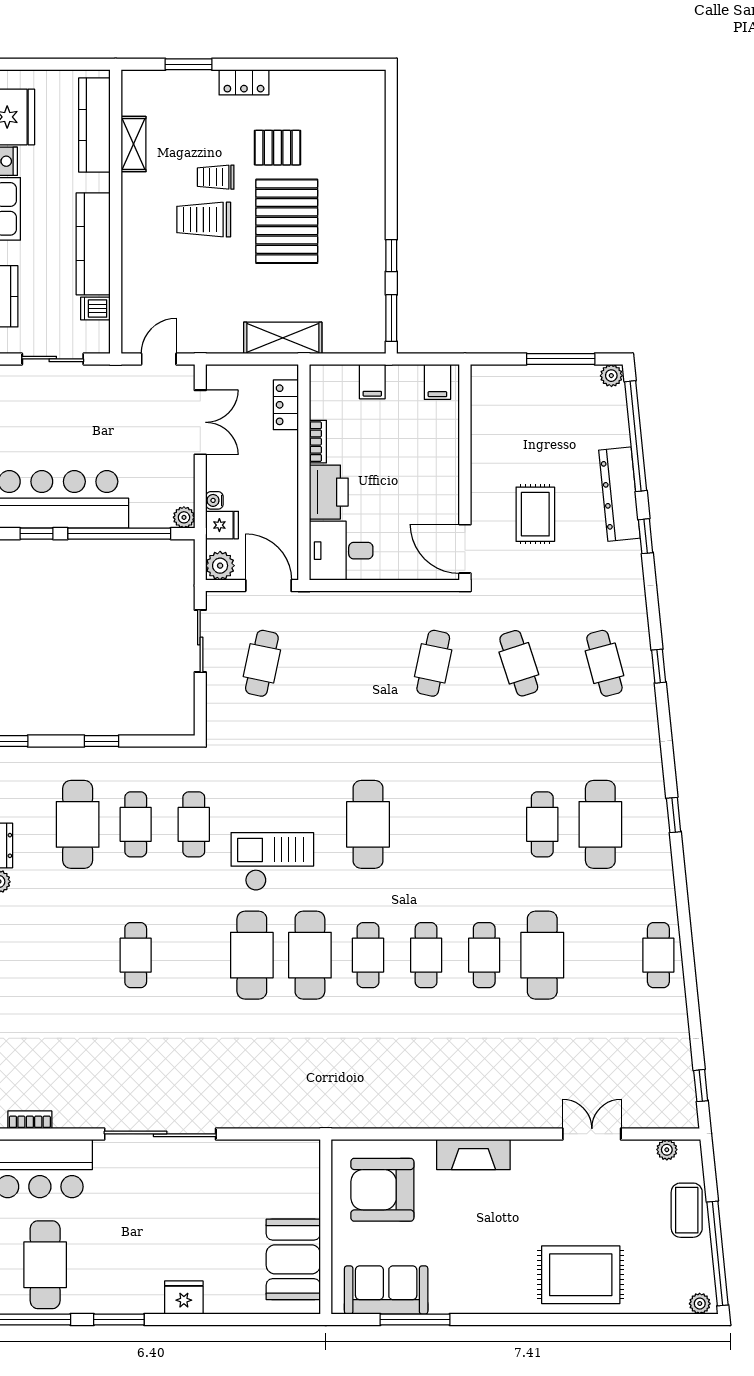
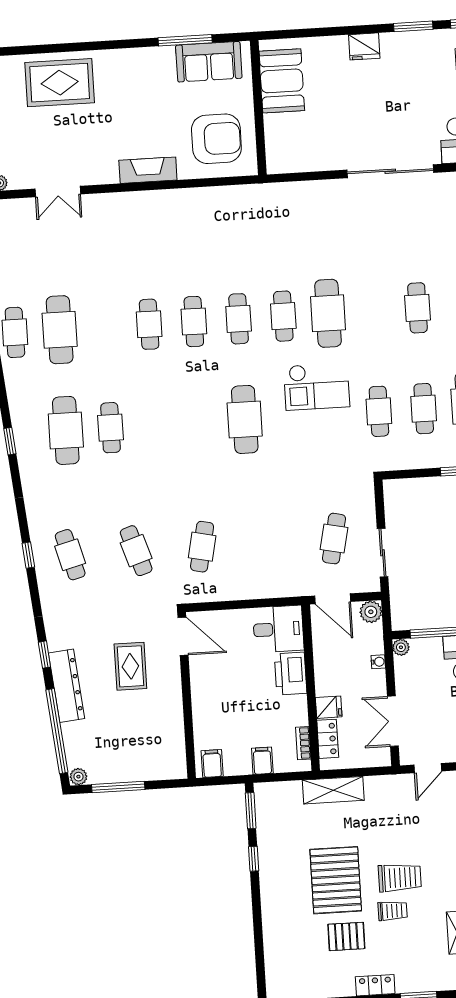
bookcase: (318, 442) -> (303, 743), moved
fridge: (222, 525) -> (329, 707), moved, turned 180
cafe table: (310, 955) -> (283, 316), width x0.73, depth x0.74
cafe table: (542, 955) -> (60, 330), moved

